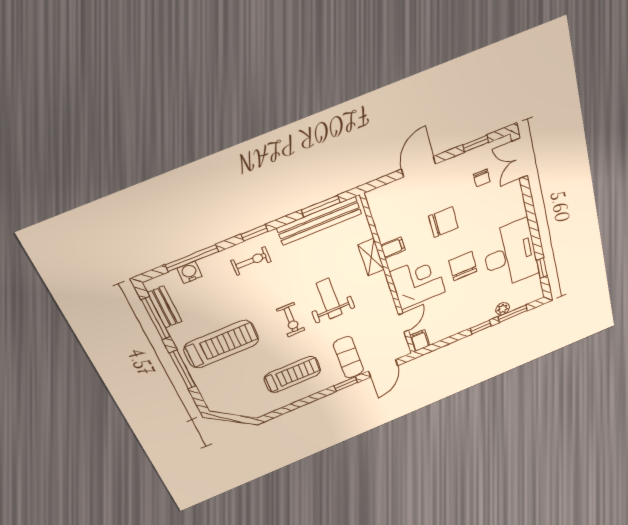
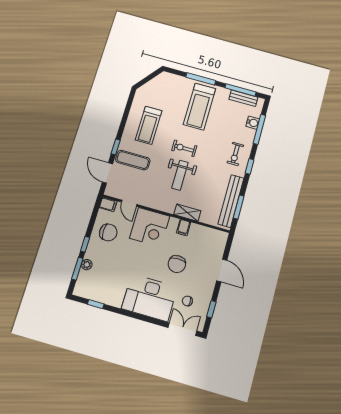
desk: (510, 255) -> (150, 298), moved
chair: (463, 266) -> (108, 232), moved
weight bench: (329, 299) -> (180, 175), turned 90

